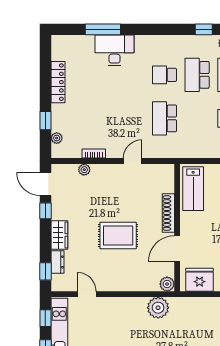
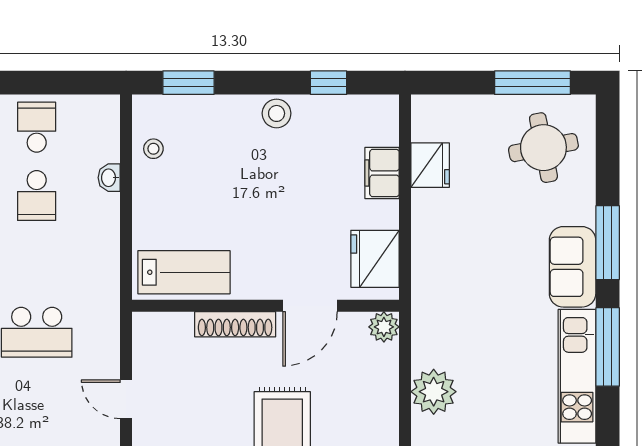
door: (177, 249) -> (310, 306), hinge flipped
plant: (158, 308) -> (434, 392), moved

